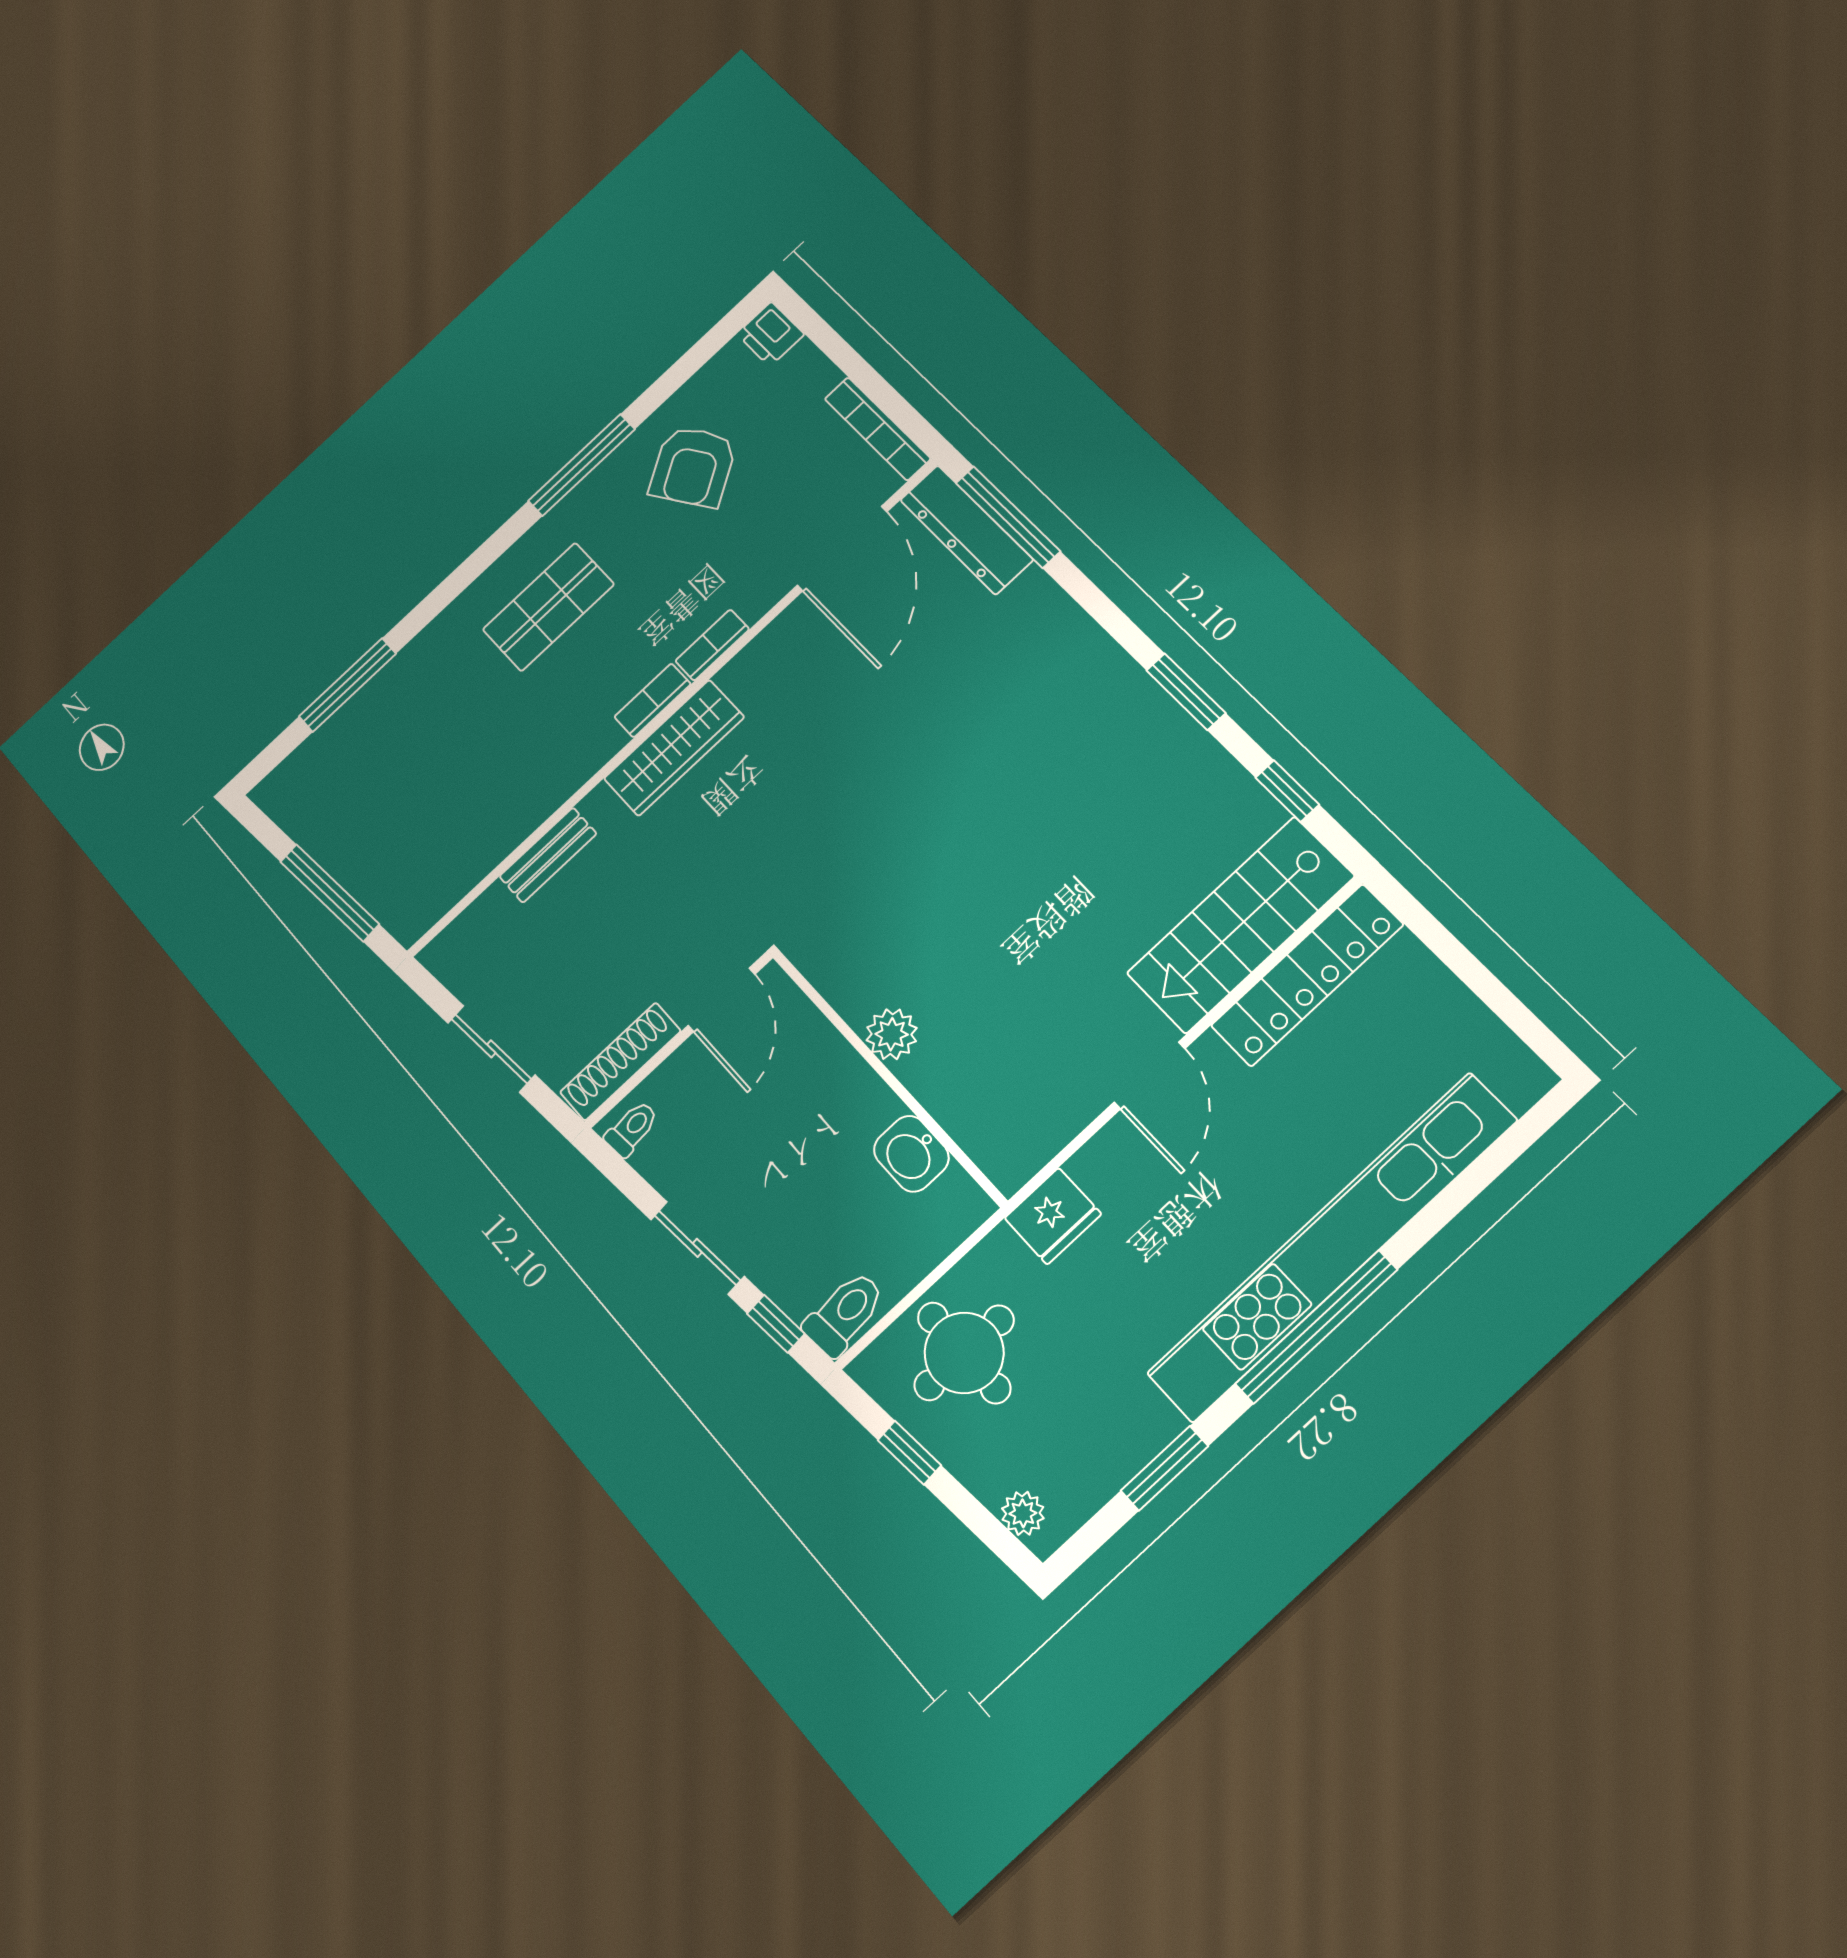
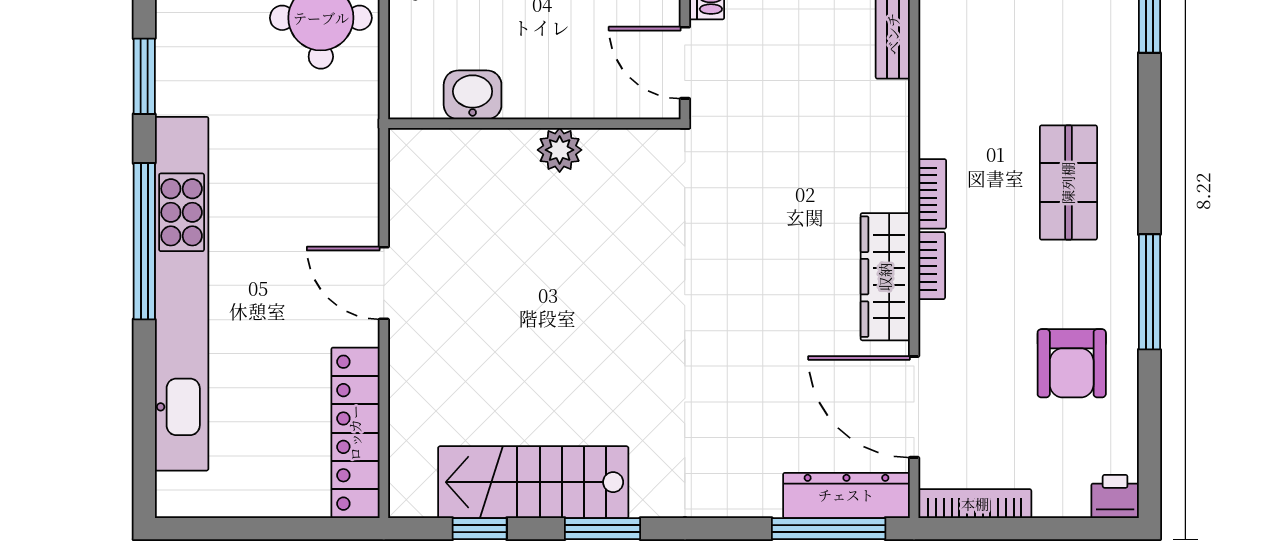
armchair: (693, 467) -> (1072, 363), turned -148
wardrobe: (674, 748) -> (885, 277), moved
stairs: (1240, 925) -> (533, 482), moved, turned -90
fridge: (1053, 1216) -> (353, 147), removed

